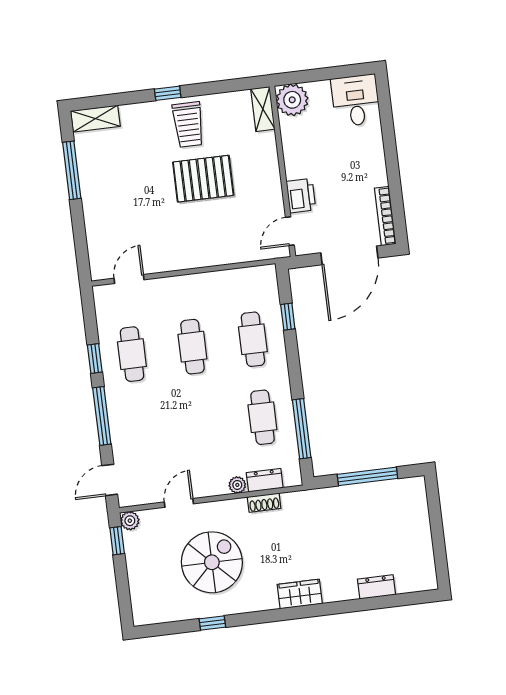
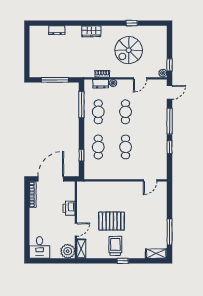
door: (290, 231) -> (76, 230), moved
cafe table: (132, 354) -> (126, 112), moved

